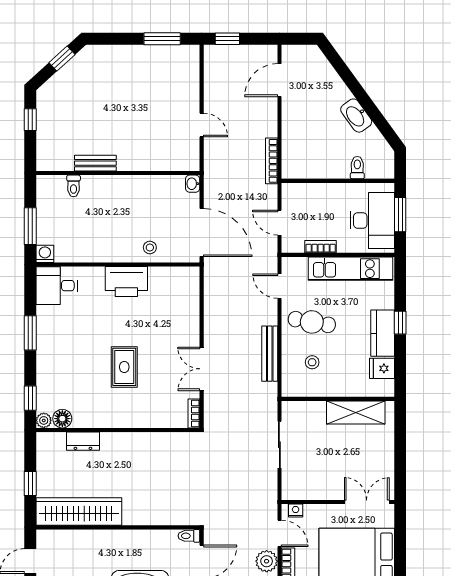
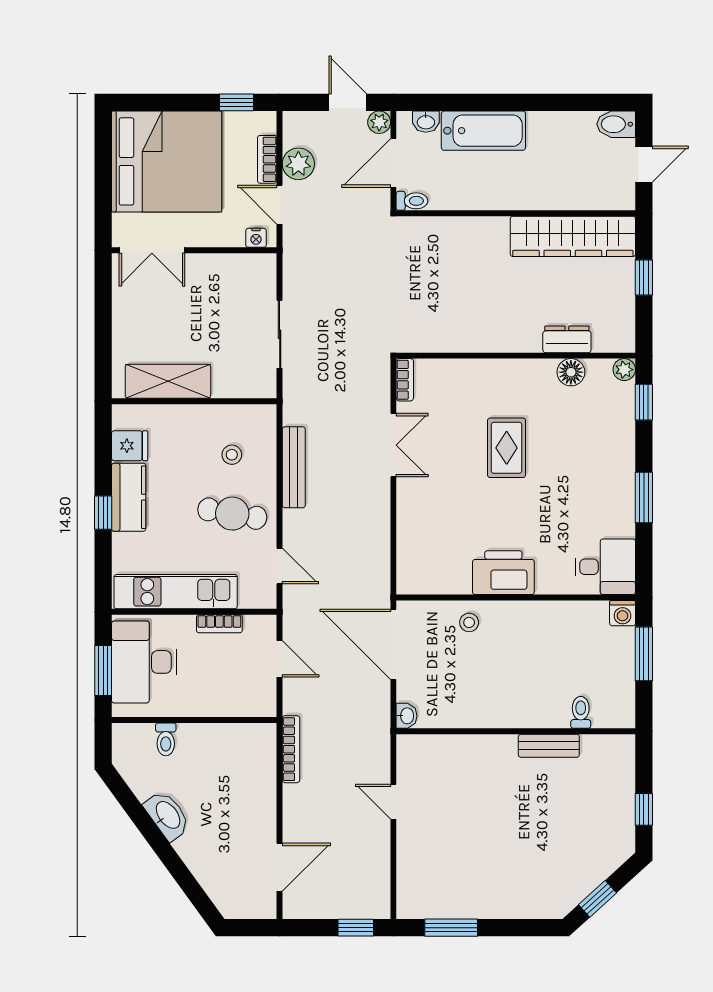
floor lamp: (62, 419) -> (571, 372), moved

